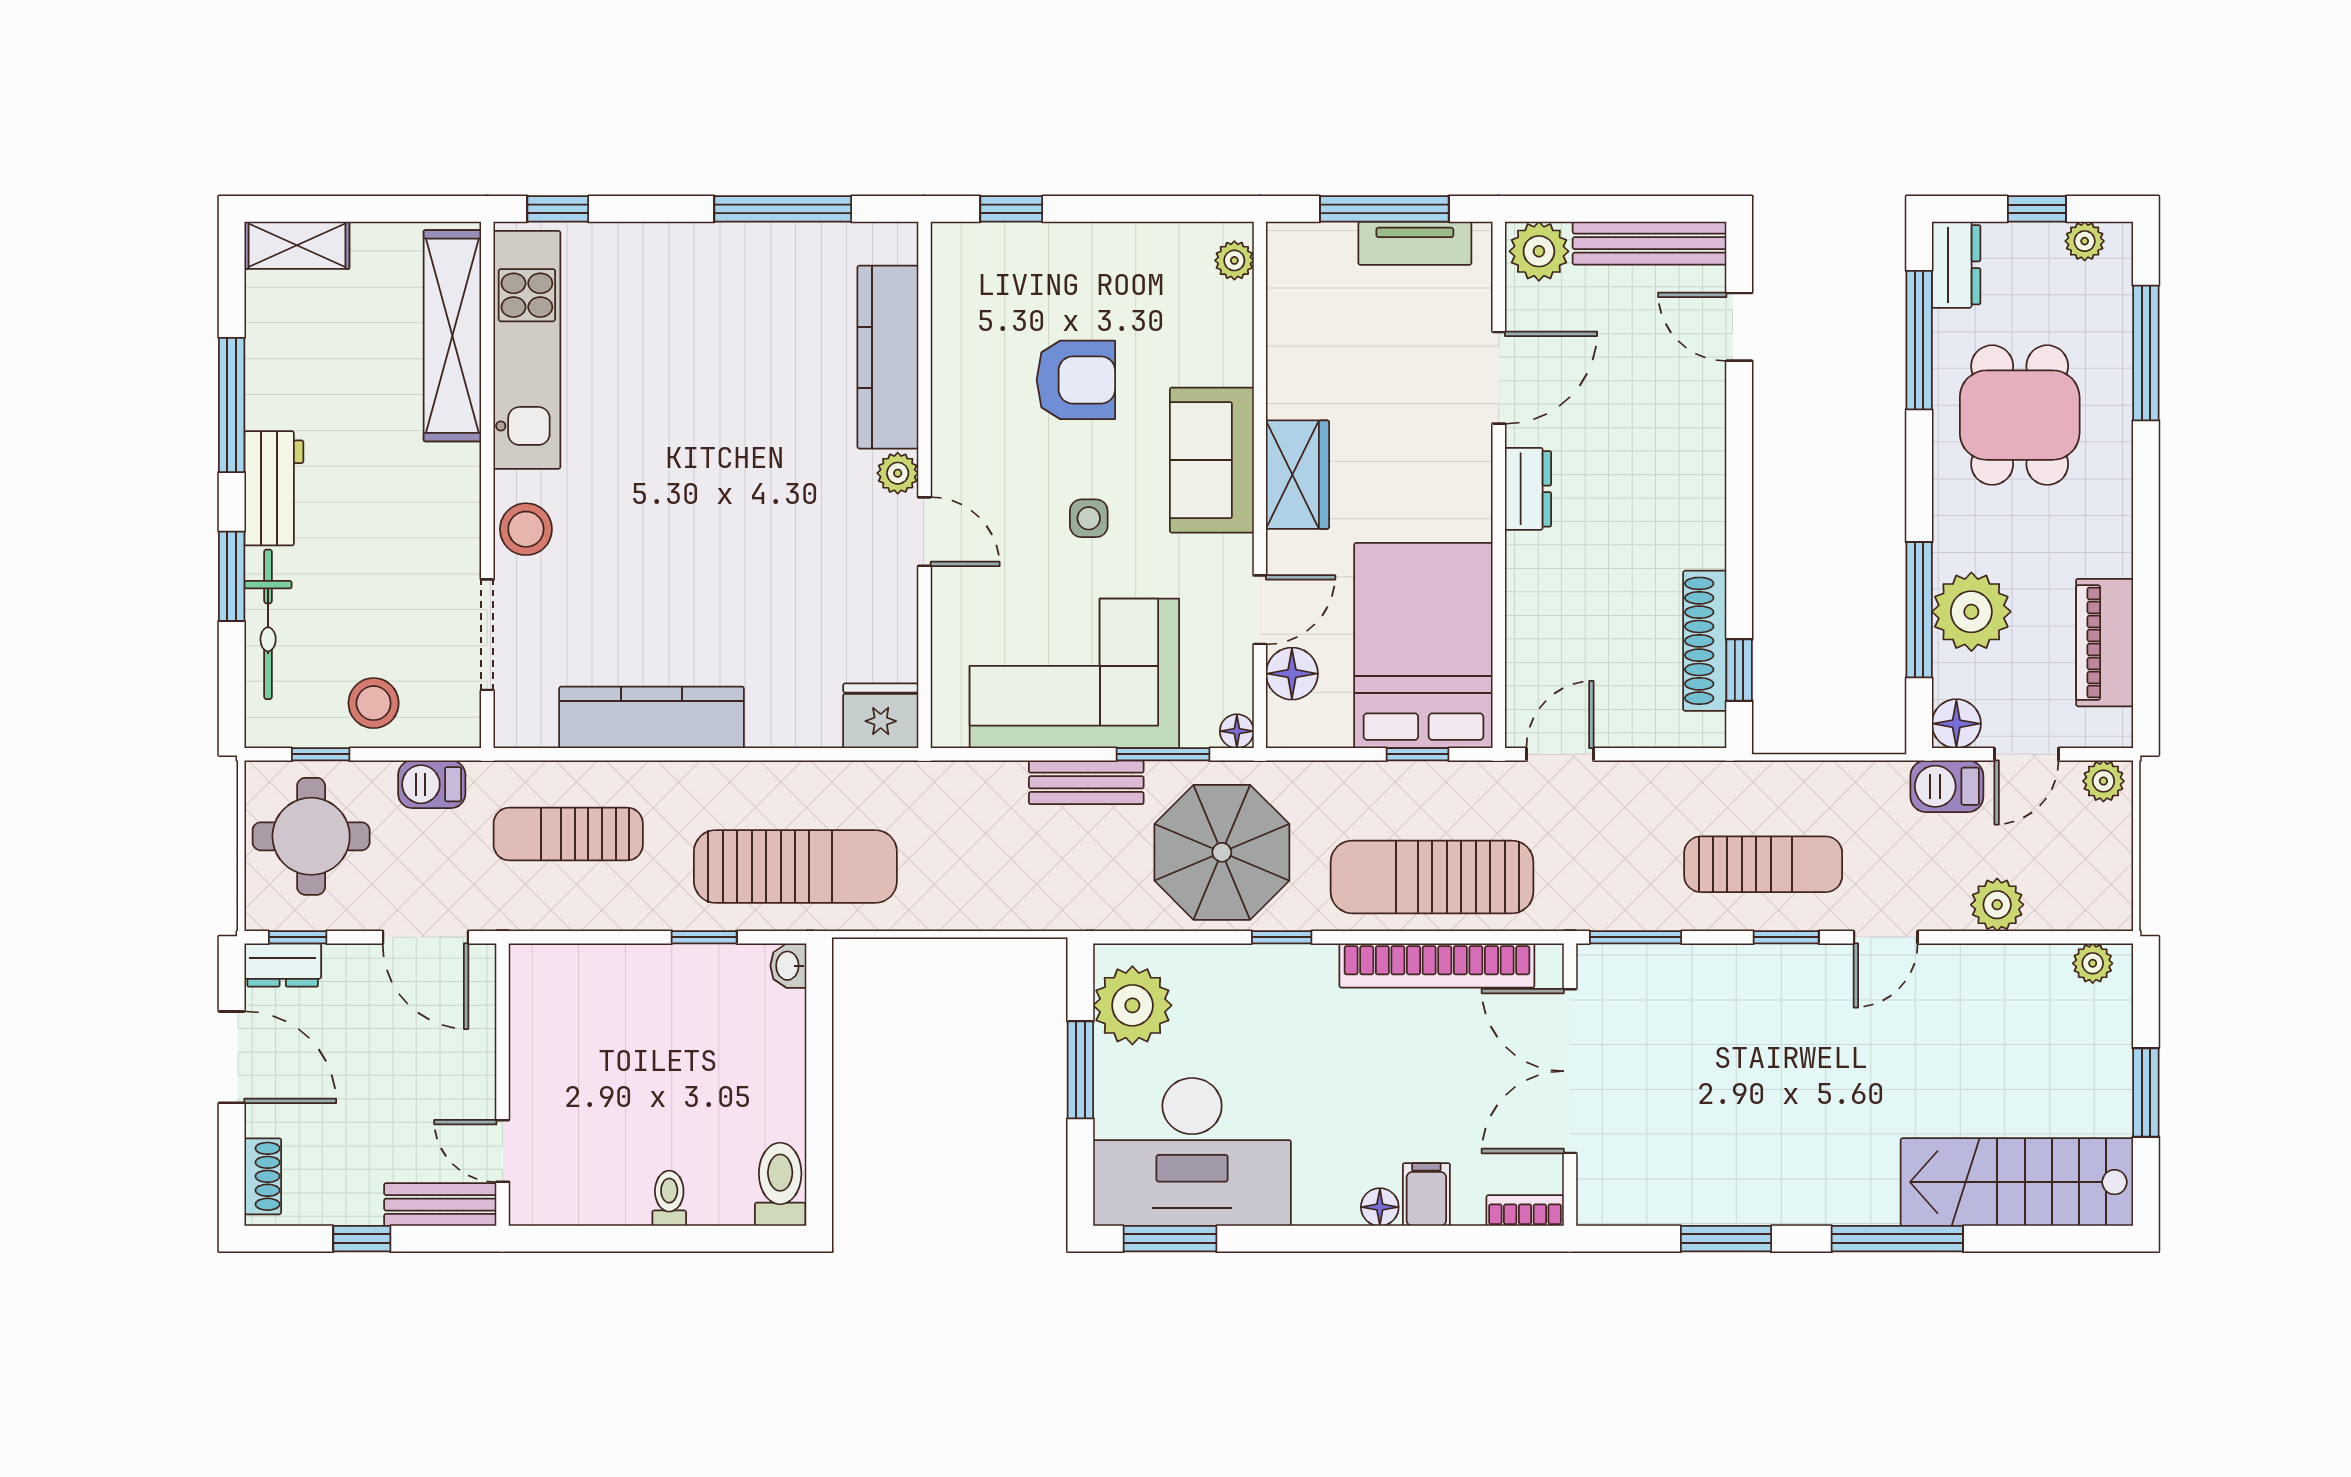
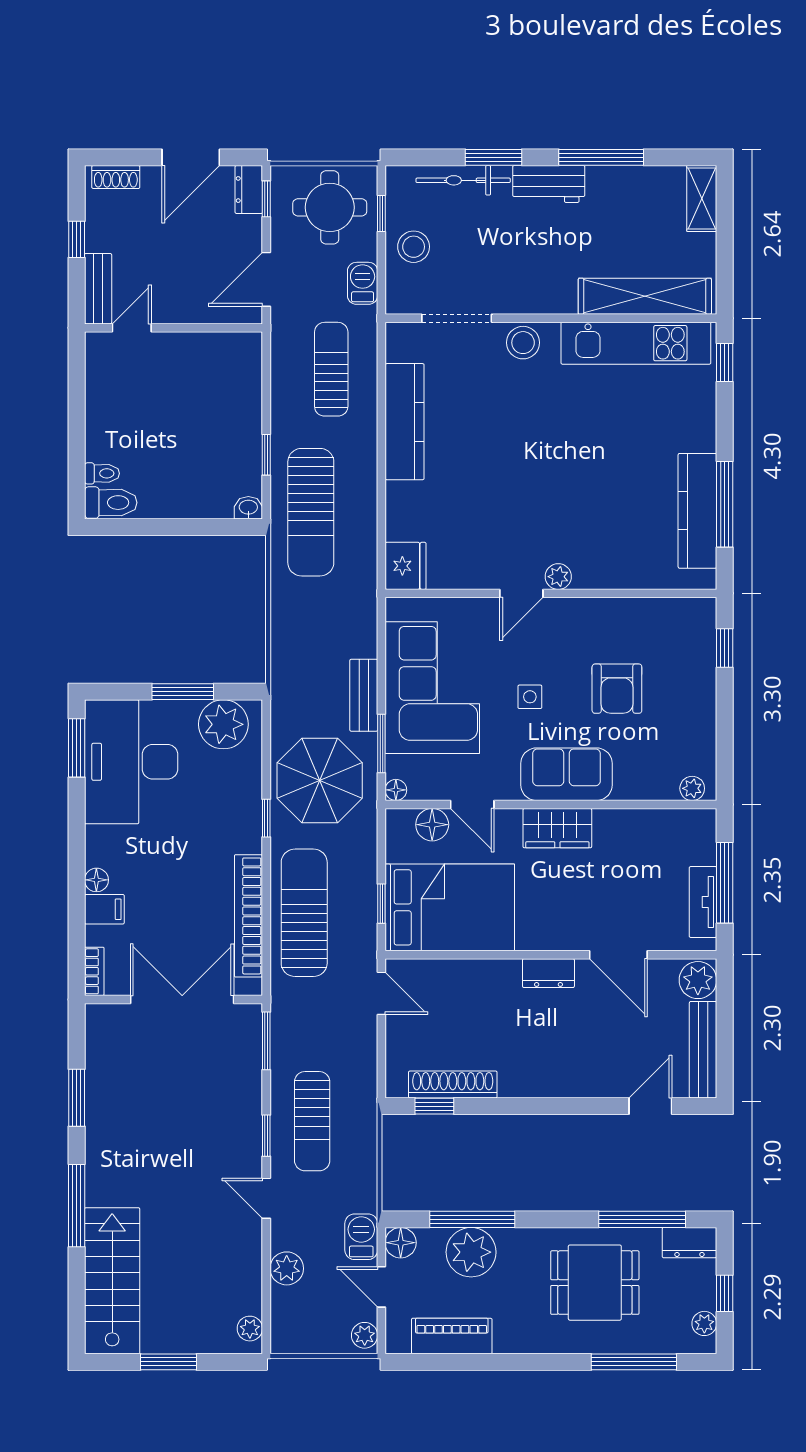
kitchen counter: (888, 357) -> (697, 511), moved, turned -90
toilet: (669, 1198) -> (102, 473), moved

